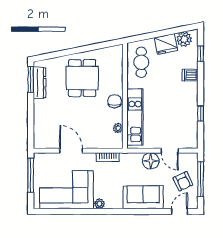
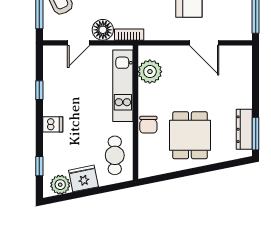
dishwasher: (190, 75) -> (53, 124), moved
chair: (115, 101) -> (148, 125), moved
plant: (118, 128) -> (150, 72), width x1.87, depth x1.87
door: (170, 151) -> (79, 43), swing flipped
bookcase: (108, 157) -> (129, 35), moved

